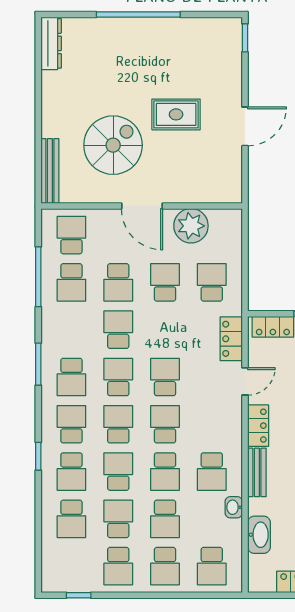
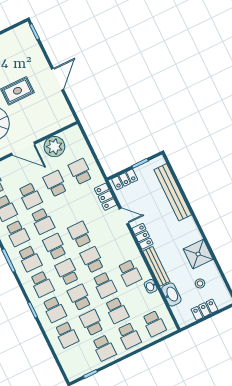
school desk: (71, 330) -> (17, 233), added
school desk: (118, 330) -> (42, 221), turned 180
door: (245, 381) -> (124, 216), hinge flipped
school desk: (71, 424) -> (42, 284), turned 180
bench: (257, 472) -> (156, 266), width x1.36

